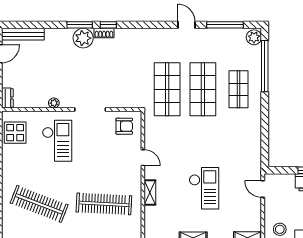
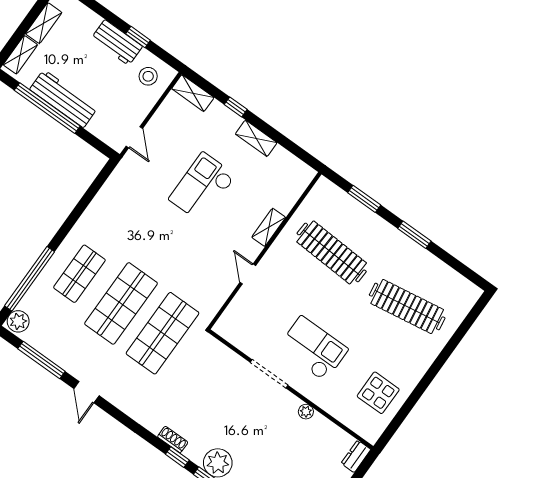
shoe rack: (104, 33) -> (173, 440), moved
armchair: (124, 126) -> (243, 326), removed
display table: (15, 133) -> (378, 393), moved
checkout: (57, 141) -> (313, 349), moved, turned 90
clothes rail: (39, 204) -> (407, 306), turned -30

